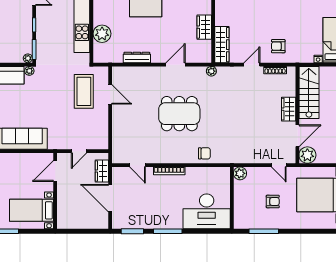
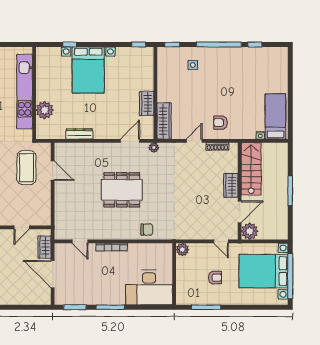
door: (175, 65) -> (130, 141), moved

